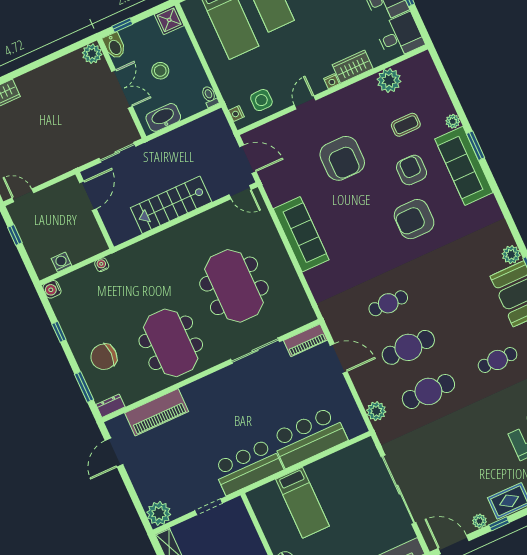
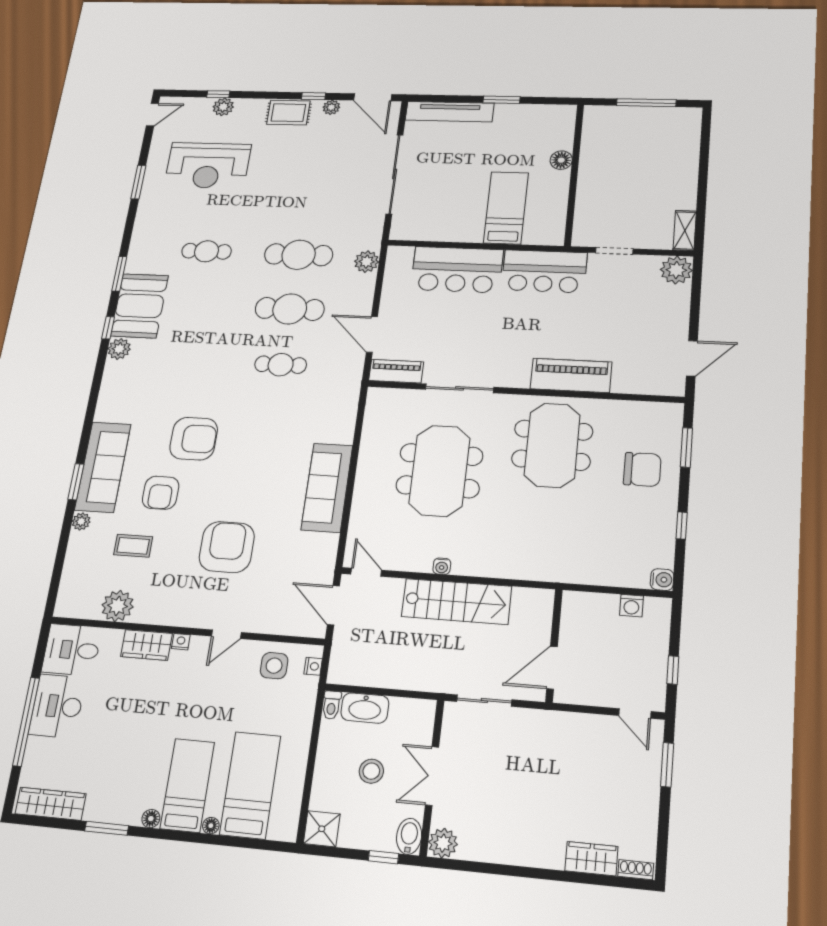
washbasin: (163, 117) -> (365, 708), moved
water cooler: (102, 265) -> (442, 566), moved
dresser: (110, 406) -> (666, 411), removed
piano: (157, 412) -> (571, 375), moved

